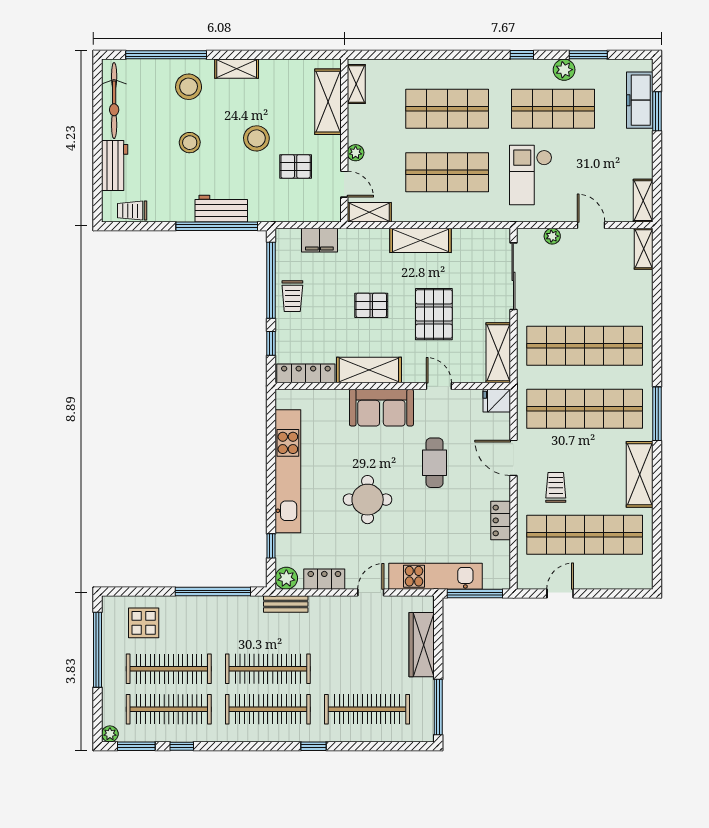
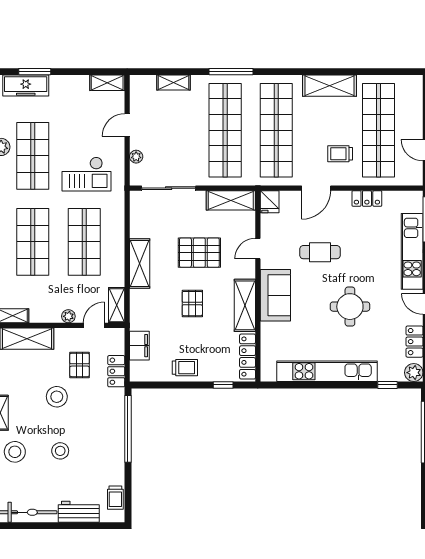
workbench: (221, 209) -> (114, 425), removed
locker: (288, 212) -> (116, 371), added
shelving: (644, 249) -> (173, 83), moved
window: (271, 280) -> (172, 385), removed
window: (657, 414) -> (231, 72), moved

